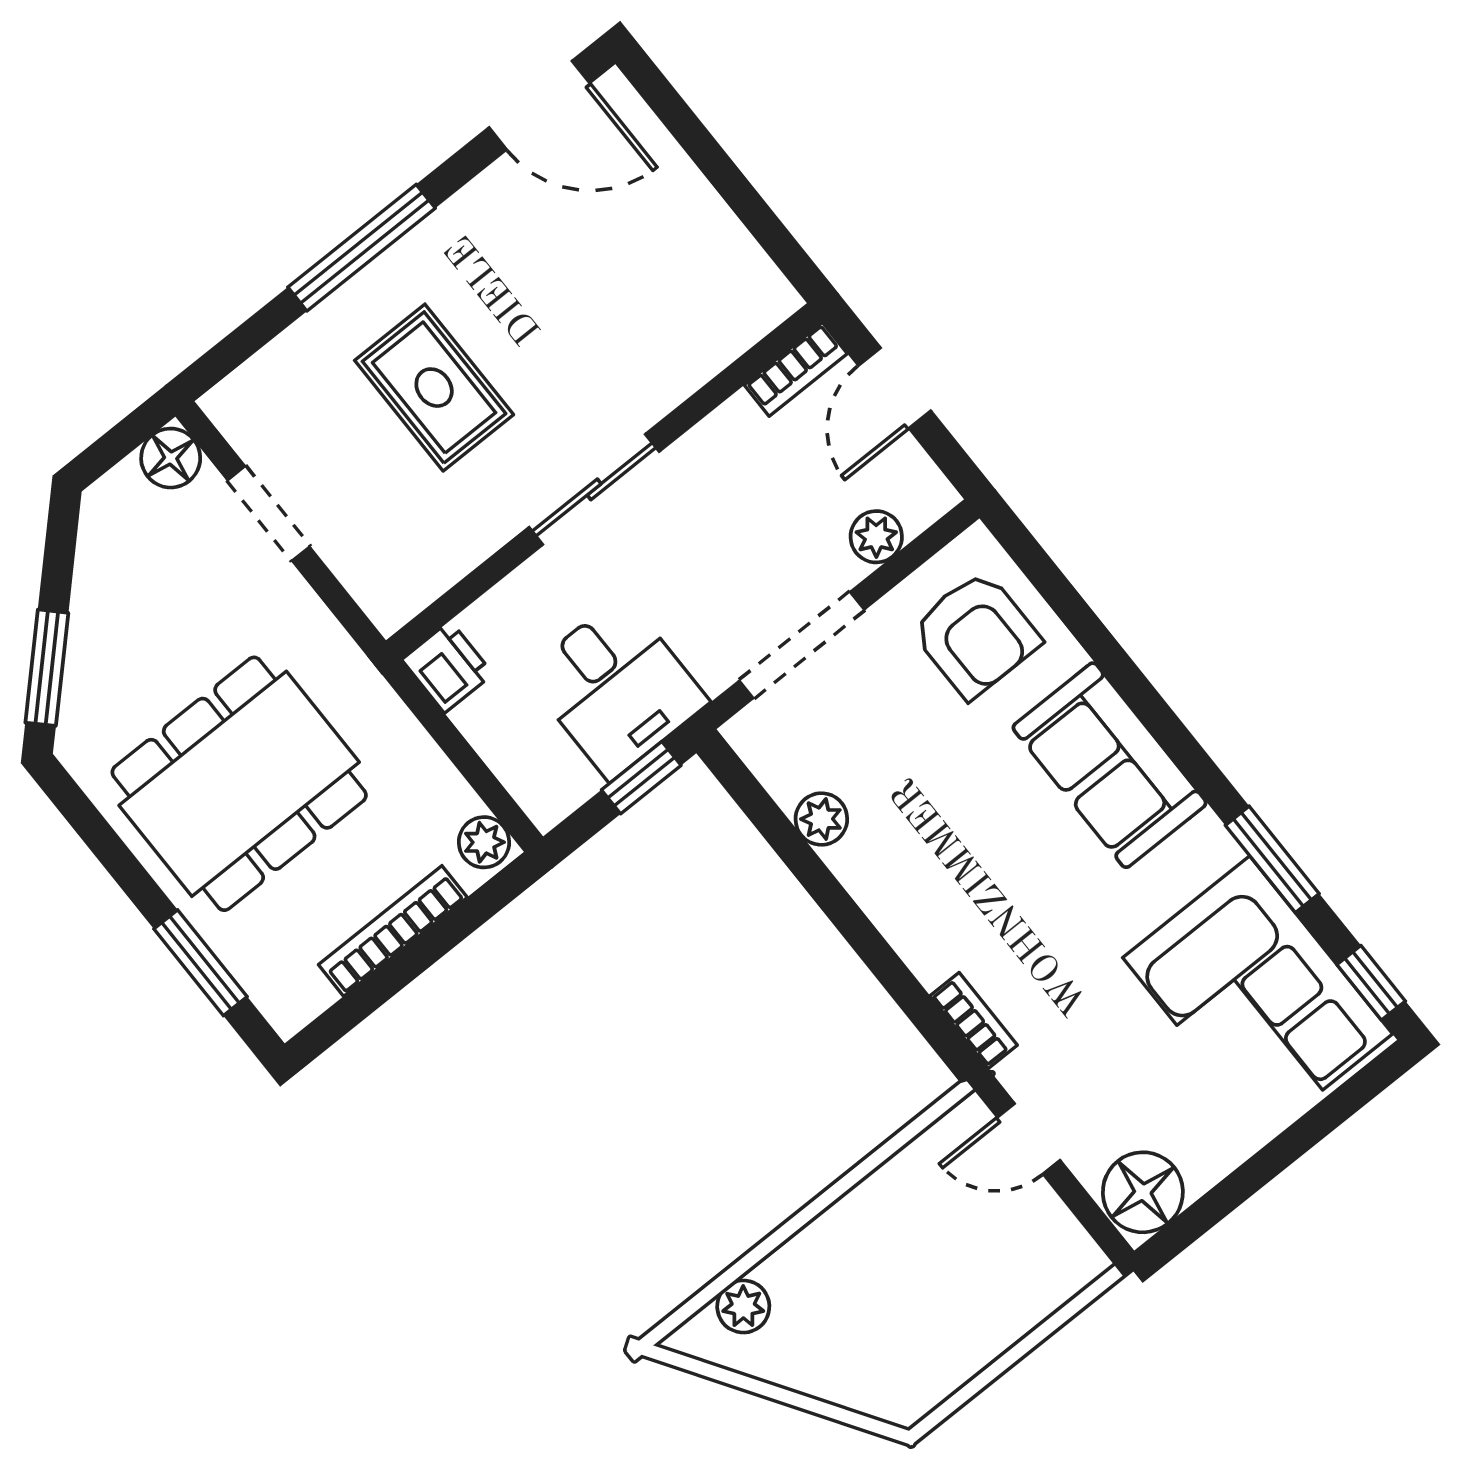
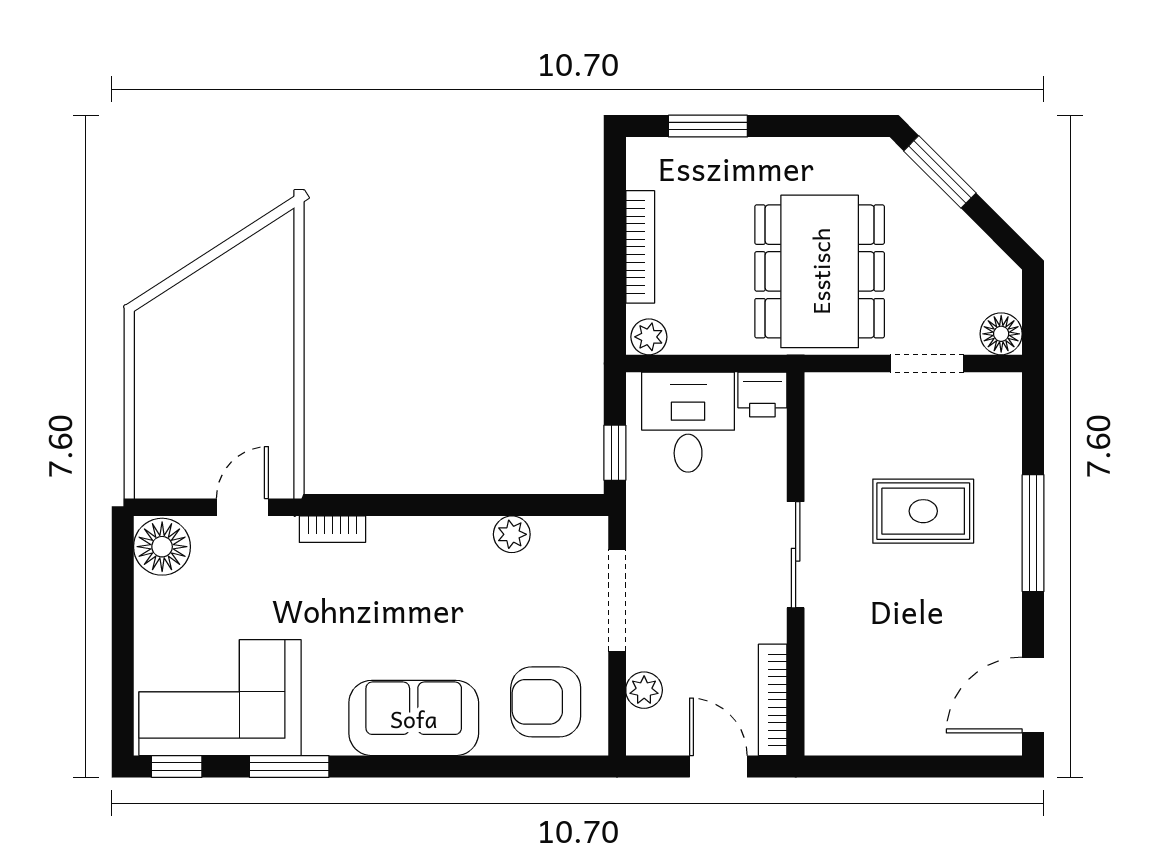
bookcase: (796, 369) -> (773, 700), width x1.56
desk: (616, 688) -> (688, 422), moved, turned 90
dining table: (239, 784) -> (820, 271), moved
plant: (743, 1306) -> (276, 274), removed

